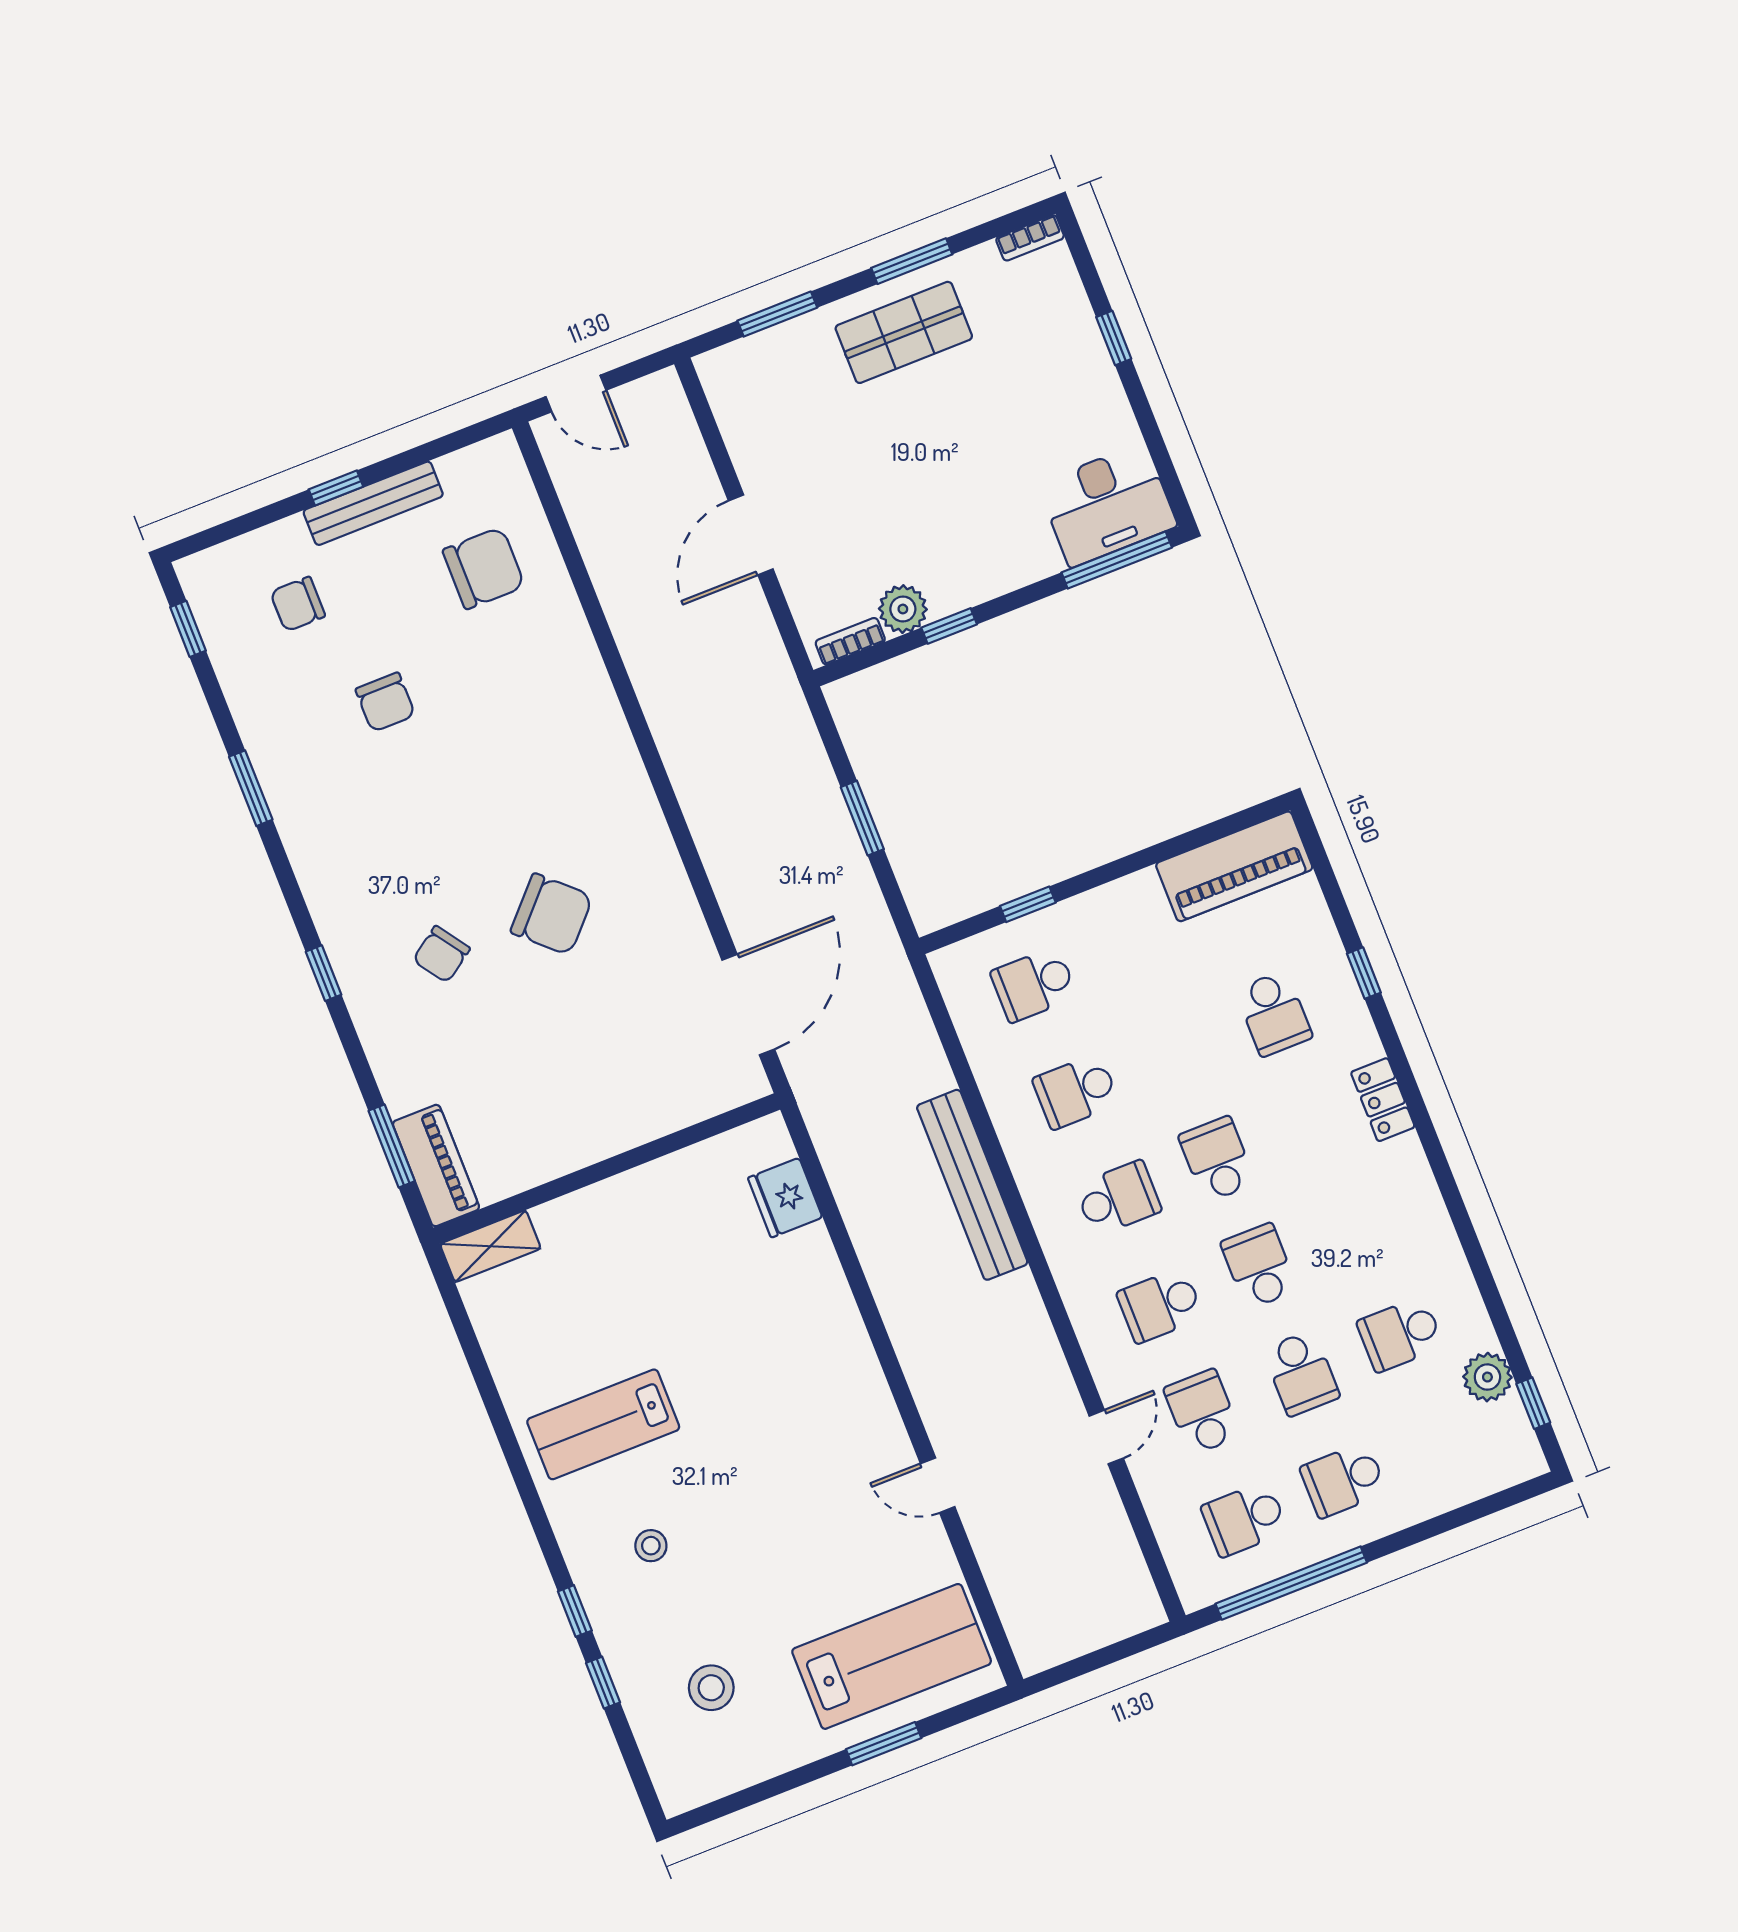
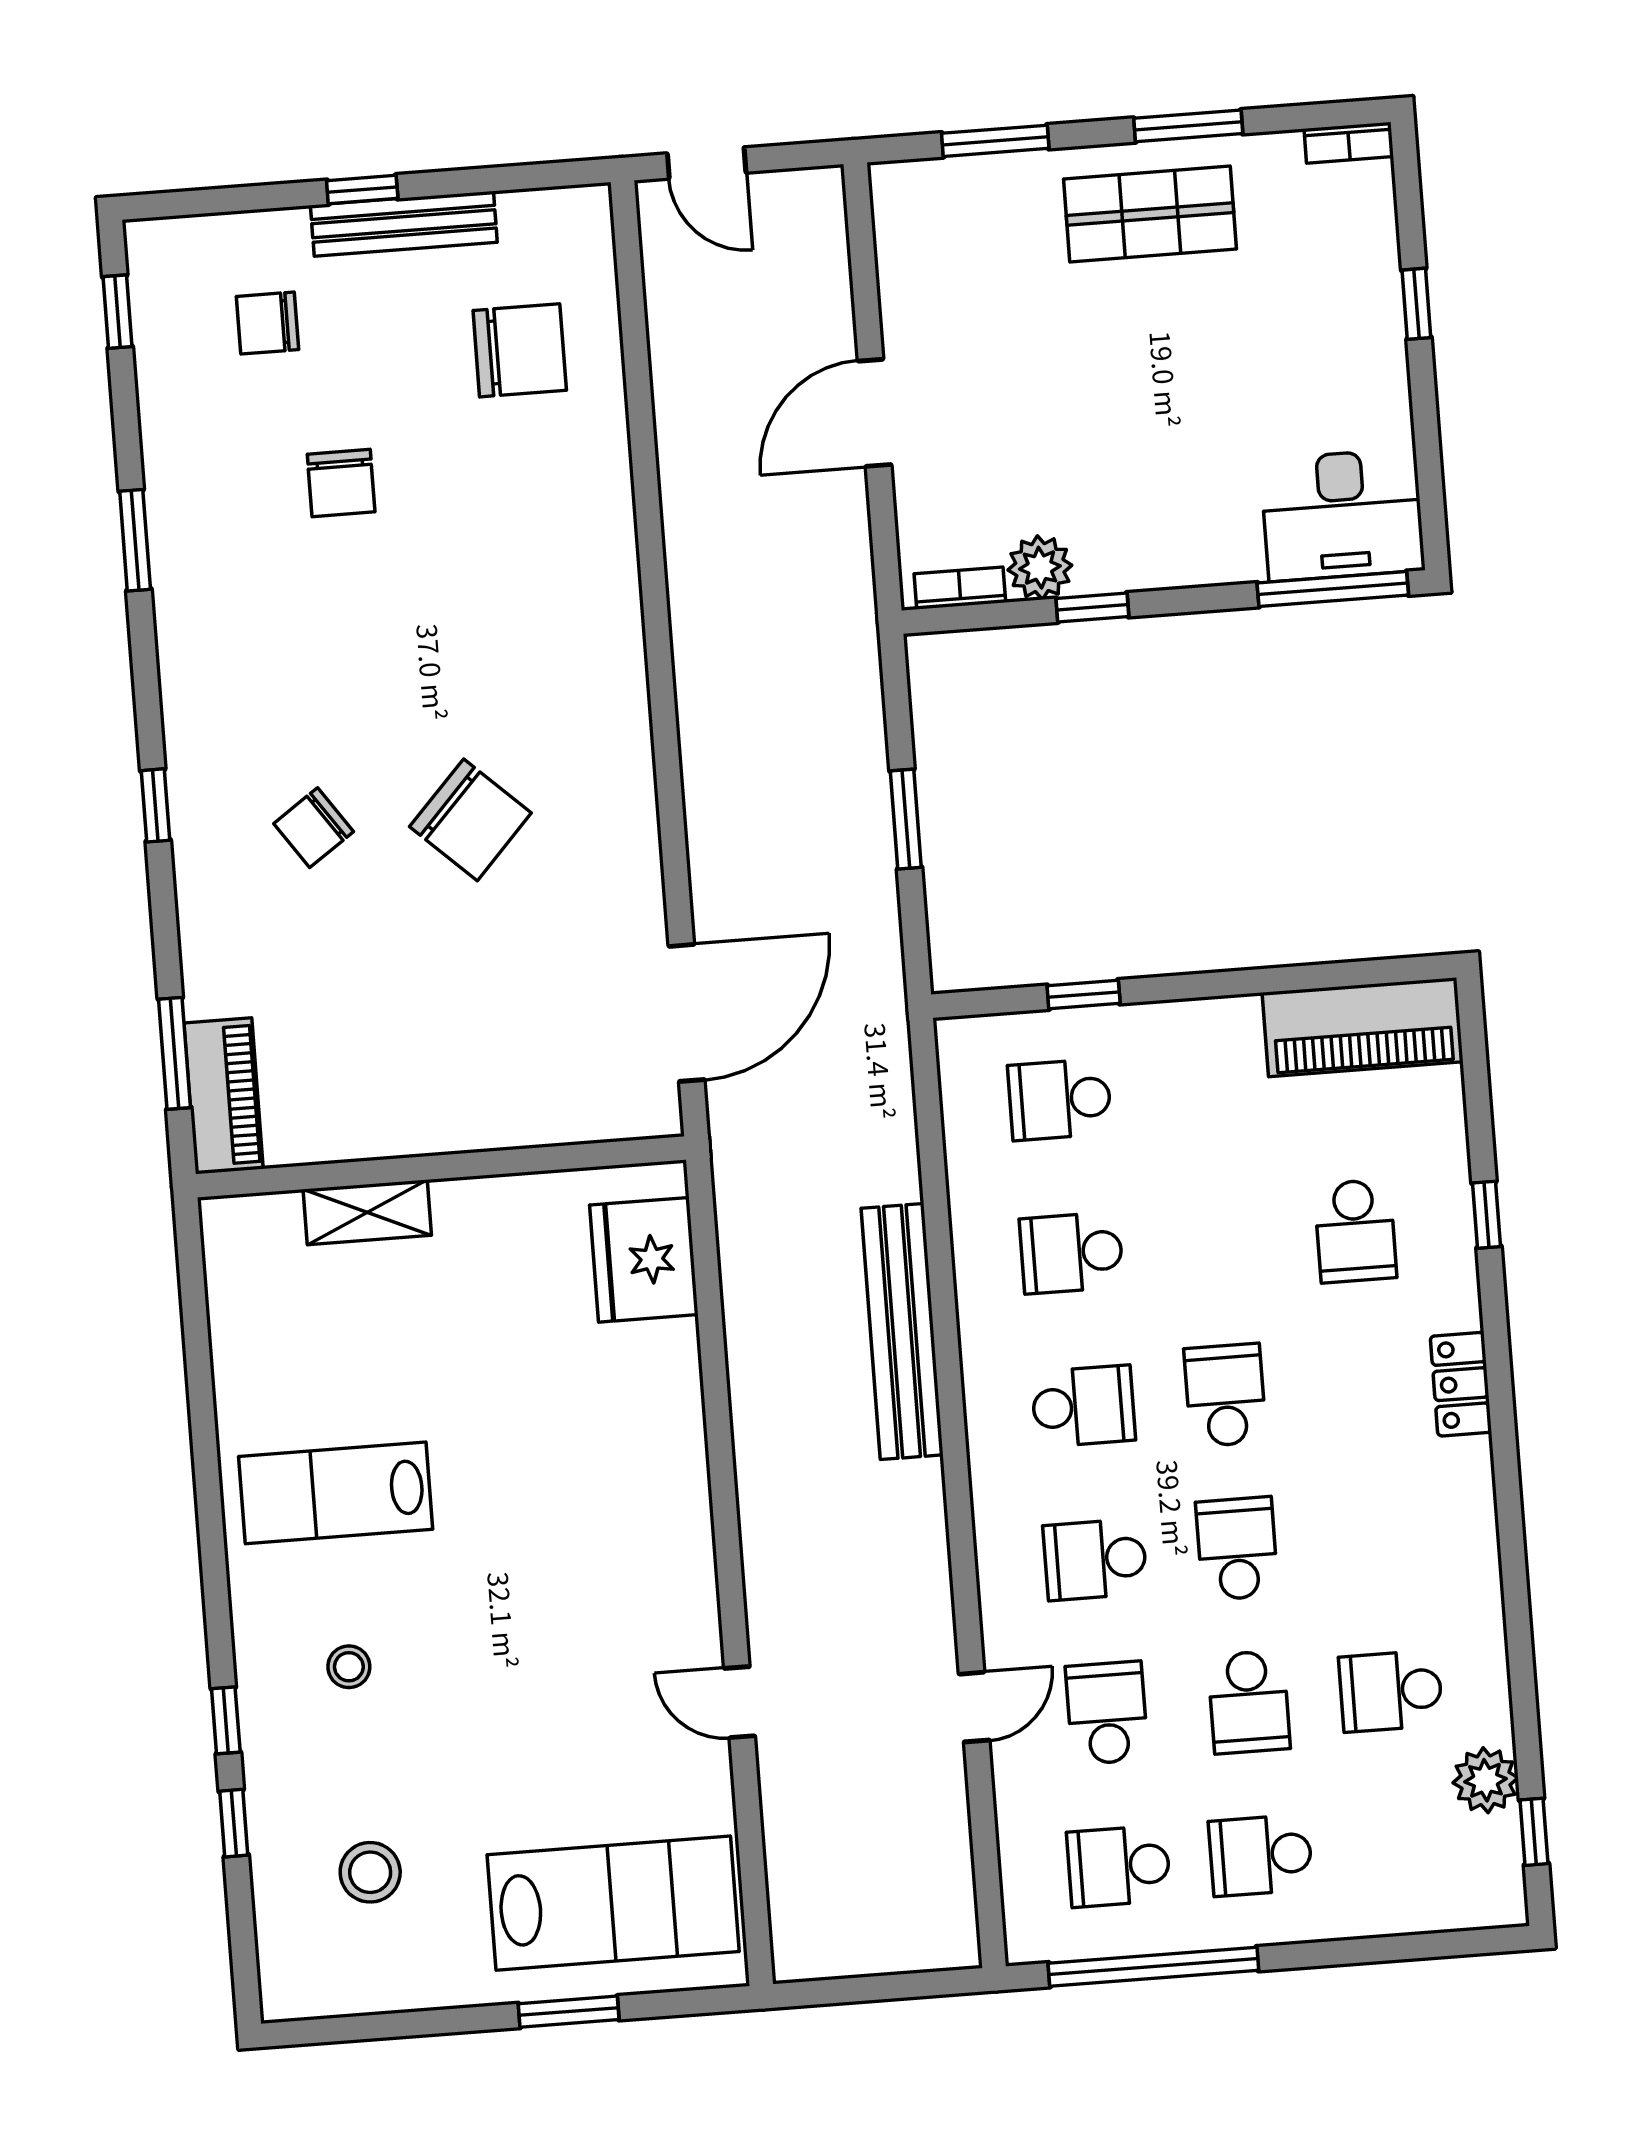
fridge: (785, 1198) -> (644, 1260), width x1.36, depth x1.34
shelving: (490, 1246) -> (367, 1212), moved

